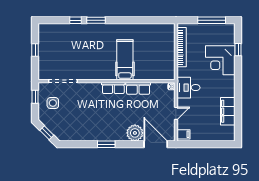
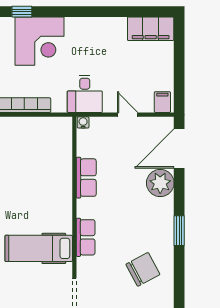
hospital bed: (125, 60) -> (39, 248), moved
row of seats: (113, 88) -> (86, 237), moved
filing cabinet: (228, 111) -> (151, 29), moved
chair: (83, 123) -> (143, 269), added

